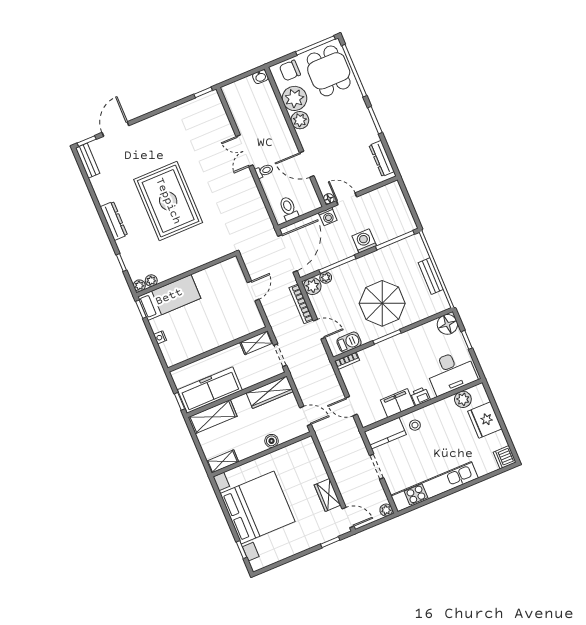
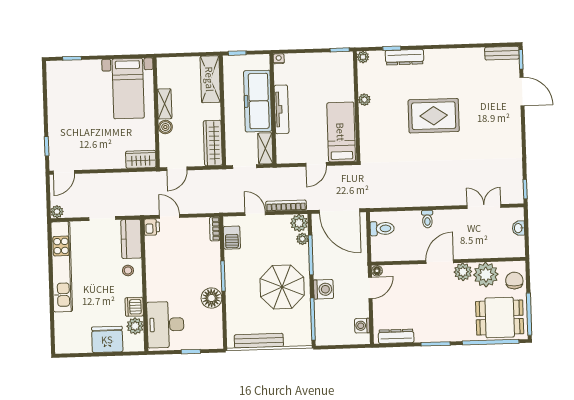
washbasin: (260, 77) -> (519, 228), moved
double door: (245, 151) -> (484, 206), moved
door: (307, 164) -> (440, 262), moved
rug: (168, 201) -> (434, 116), width x0.73, depth x0.69
washing machine: (328, 216) -> (362, 326), moved
dresser: (114, 221) -> (405, 57), moved
bench: (431, 276) -> (259, 341), width x1.36
plant: (151, 281) -> (364, 100), moved
door: (253, 291) -> (316, 164), hinge flipped
bed: (169, 297) -> (341, 132), moved, turned 180
parasol: (382, 303) -> (282, 287), moved
floor lamp: (447, 324) -> (211, 298), moved
door: (319, 329) -> (255, 214), swing flipped
nightstand: (160, 337) -> (279, 59), moved
tv unit: (215, 341) -> (281, 109), added
freezer: (210, 390) -> (258, 101), moved, turned 180
printer: (421, 396) -> (152, 227), moved
filing cabinet: (398, 403) -> (155, 262), removed
door: (351, 406) -> (170, 216), hinge flipped
dishwasher: (505, 457) -> (134, 307), moved, turned -90
shelving: (223, 461) -> (165, 104), moved
wardrobe: (327, 495) -> (141, 159), moved
bed with nightstands: (258, 508) -> (128, 88), width x0.54

